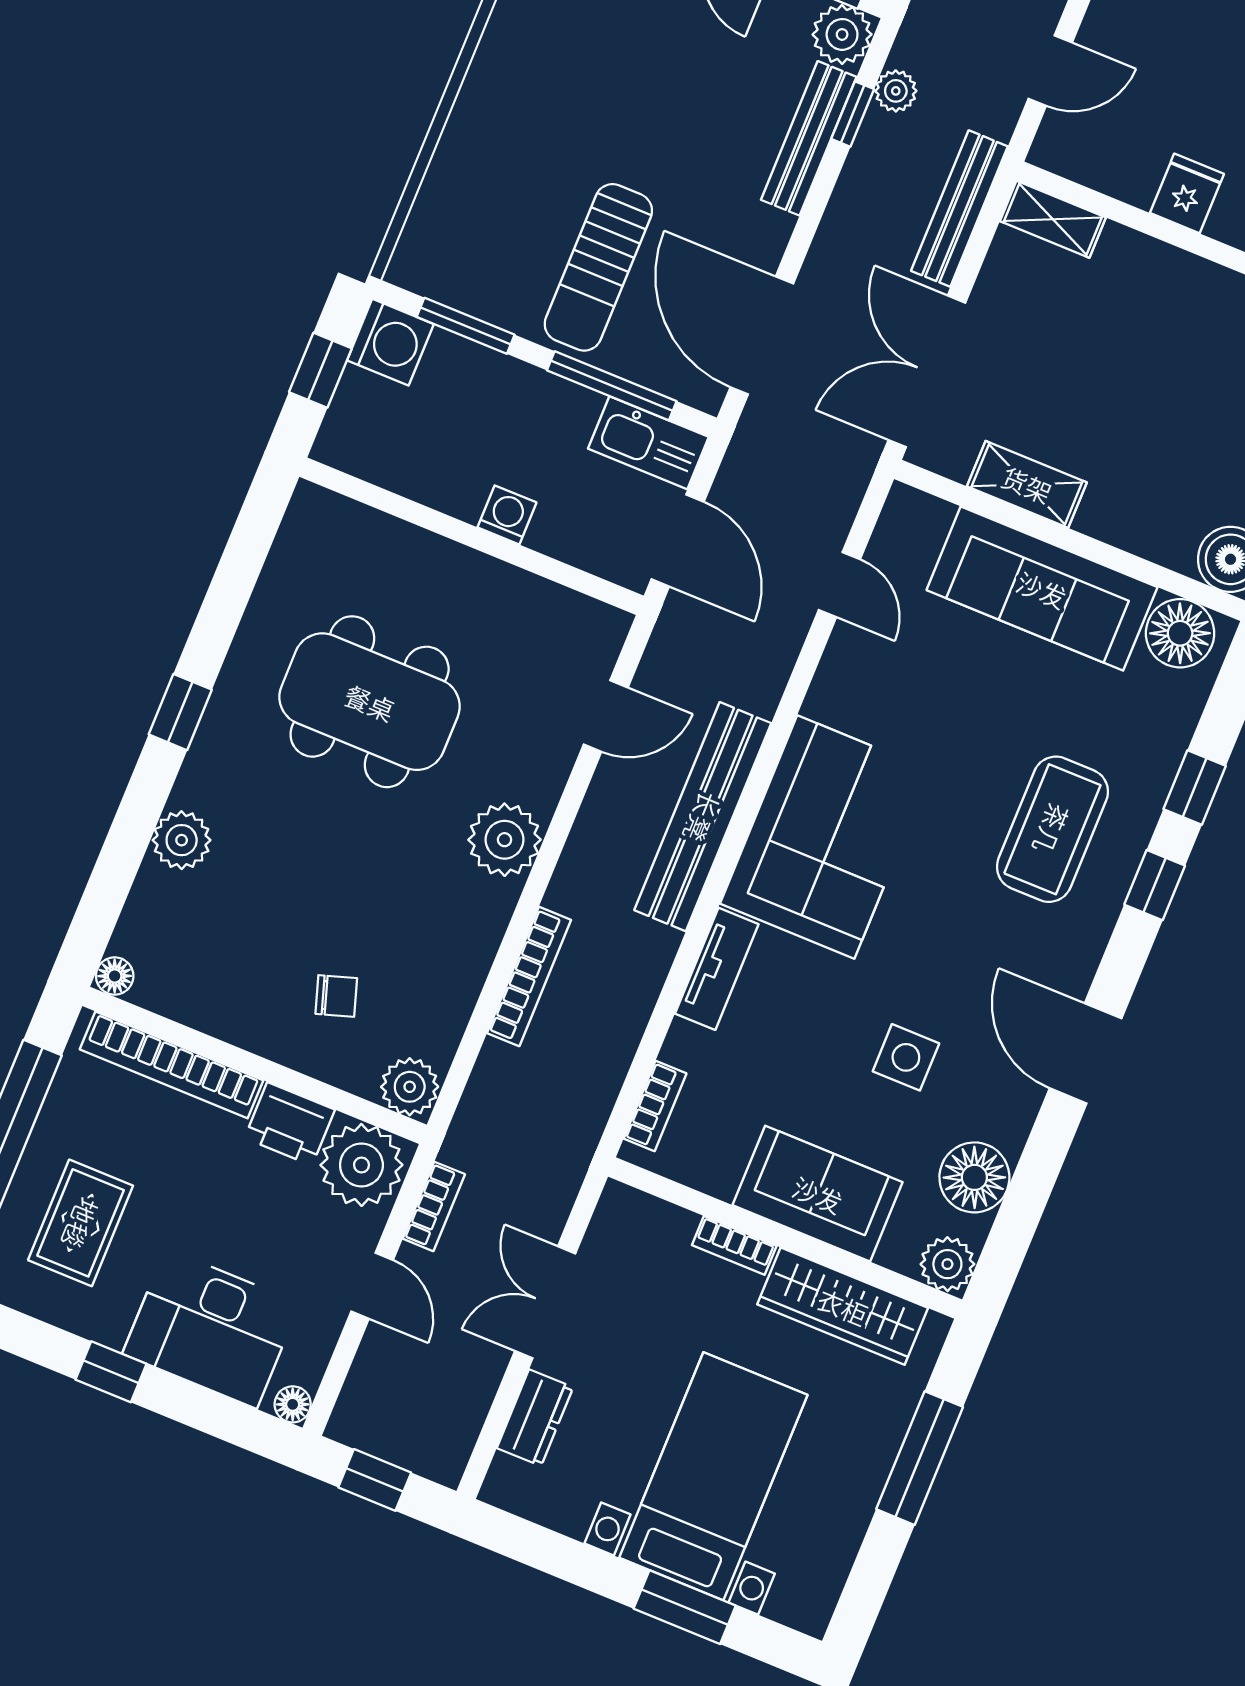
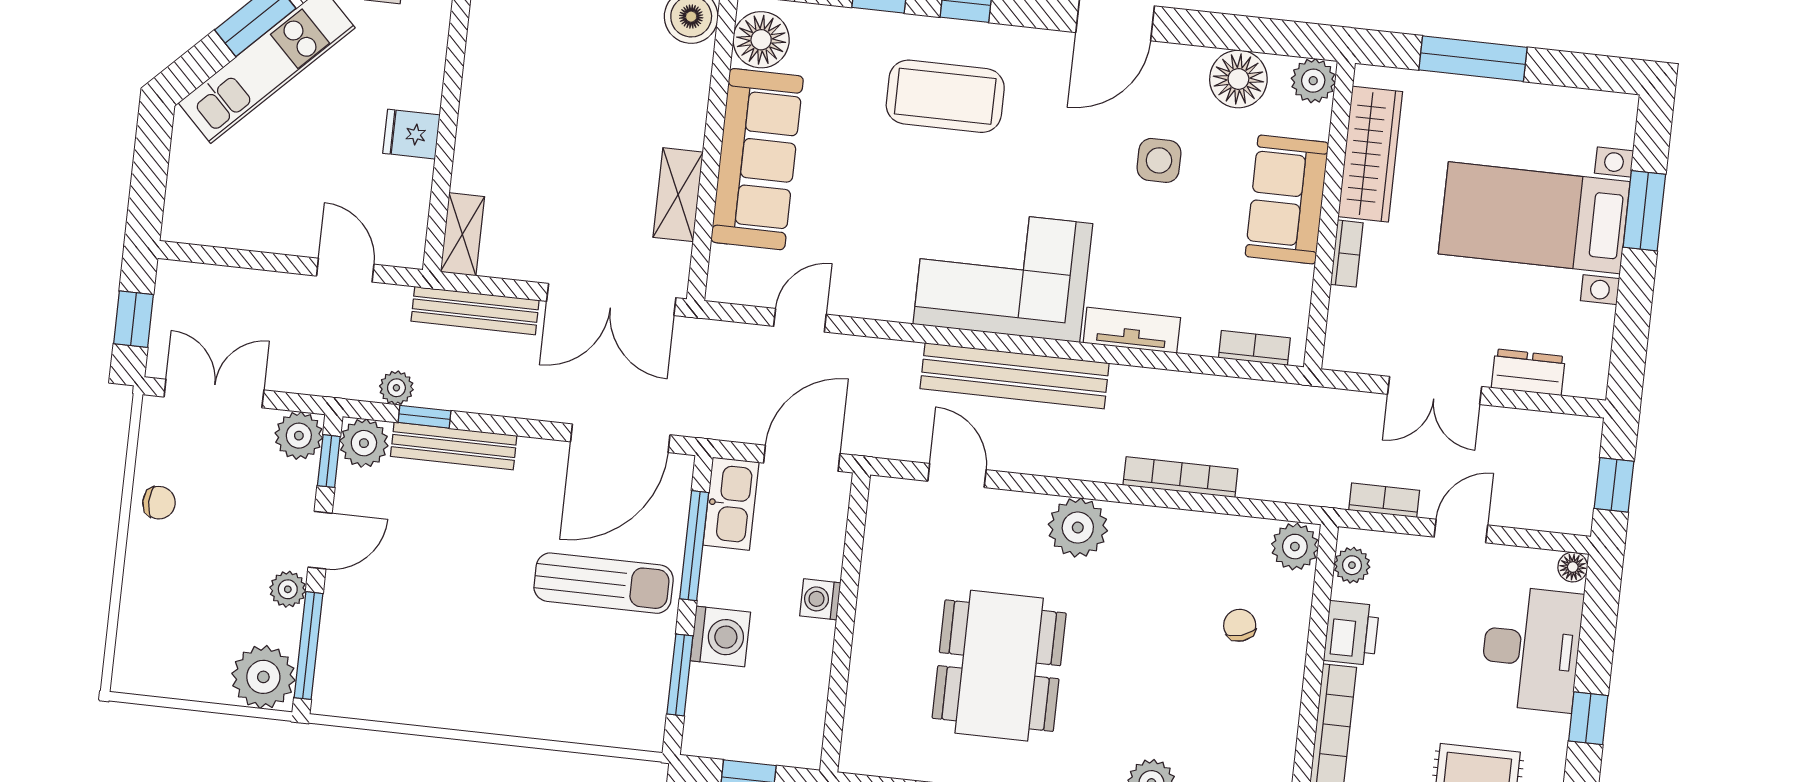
washing machine: (390, 342) -> (720, 636), moved, turned 90
plant: (361, 1165) -> (1352, 565), width x0.53, depth x0.53

